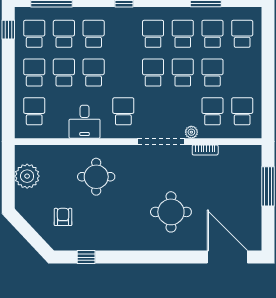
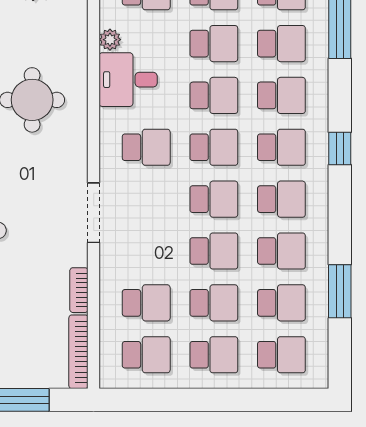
school desk: (123, 34) -> (281, 147), added
school desk: (123, 73) -> (214, 147), added
school desk: (242, 73) -> (214, 355), added
plant: (191, 132) -> (110, 40), moved
doorway: (161, 142) -> (94, 213), width x0.73
bookcase: (240, 150) -> (78, 352), added

